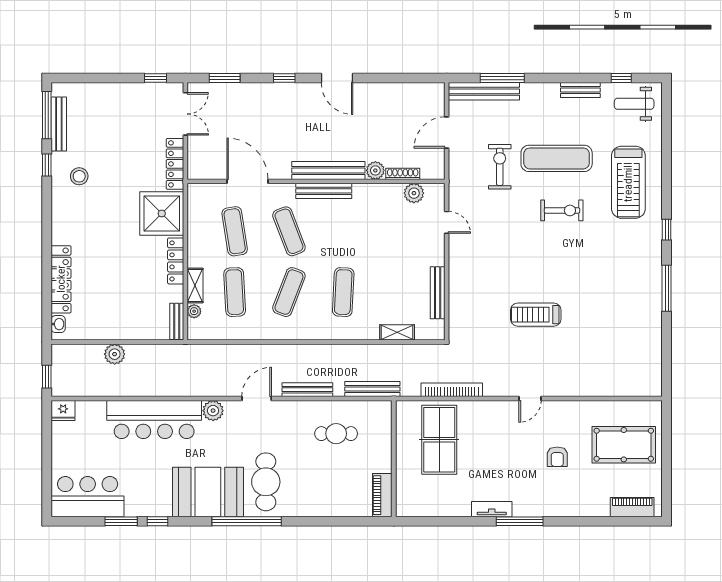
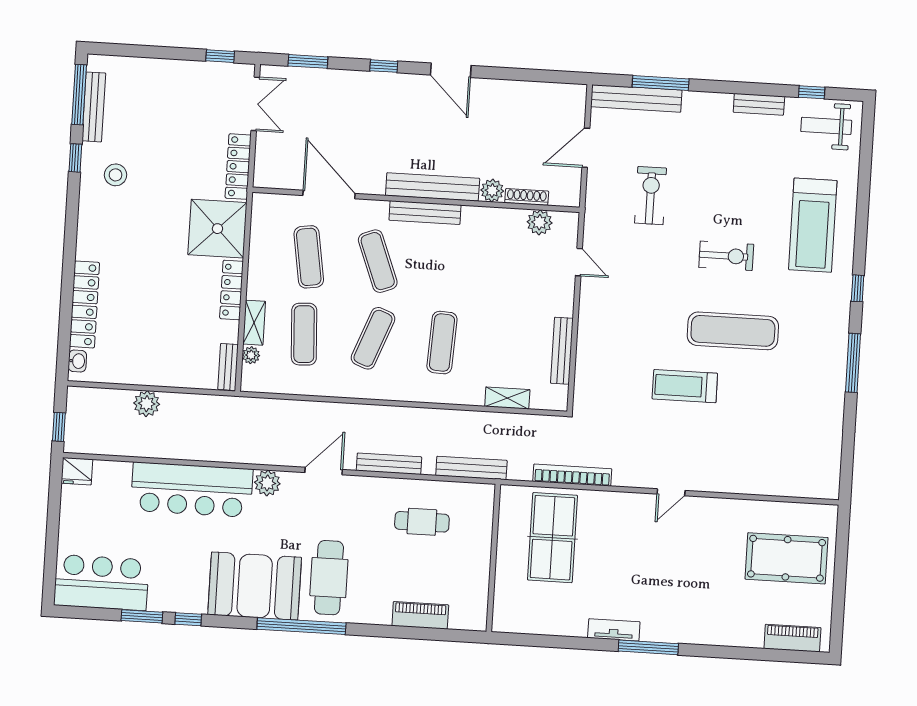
exercise mat: (557, 158) -> (733, 331), moved
armchair: (557, 457) -> (701, 568), removed
piano: (382, 495) -> (420, 615), moved, turned 90

